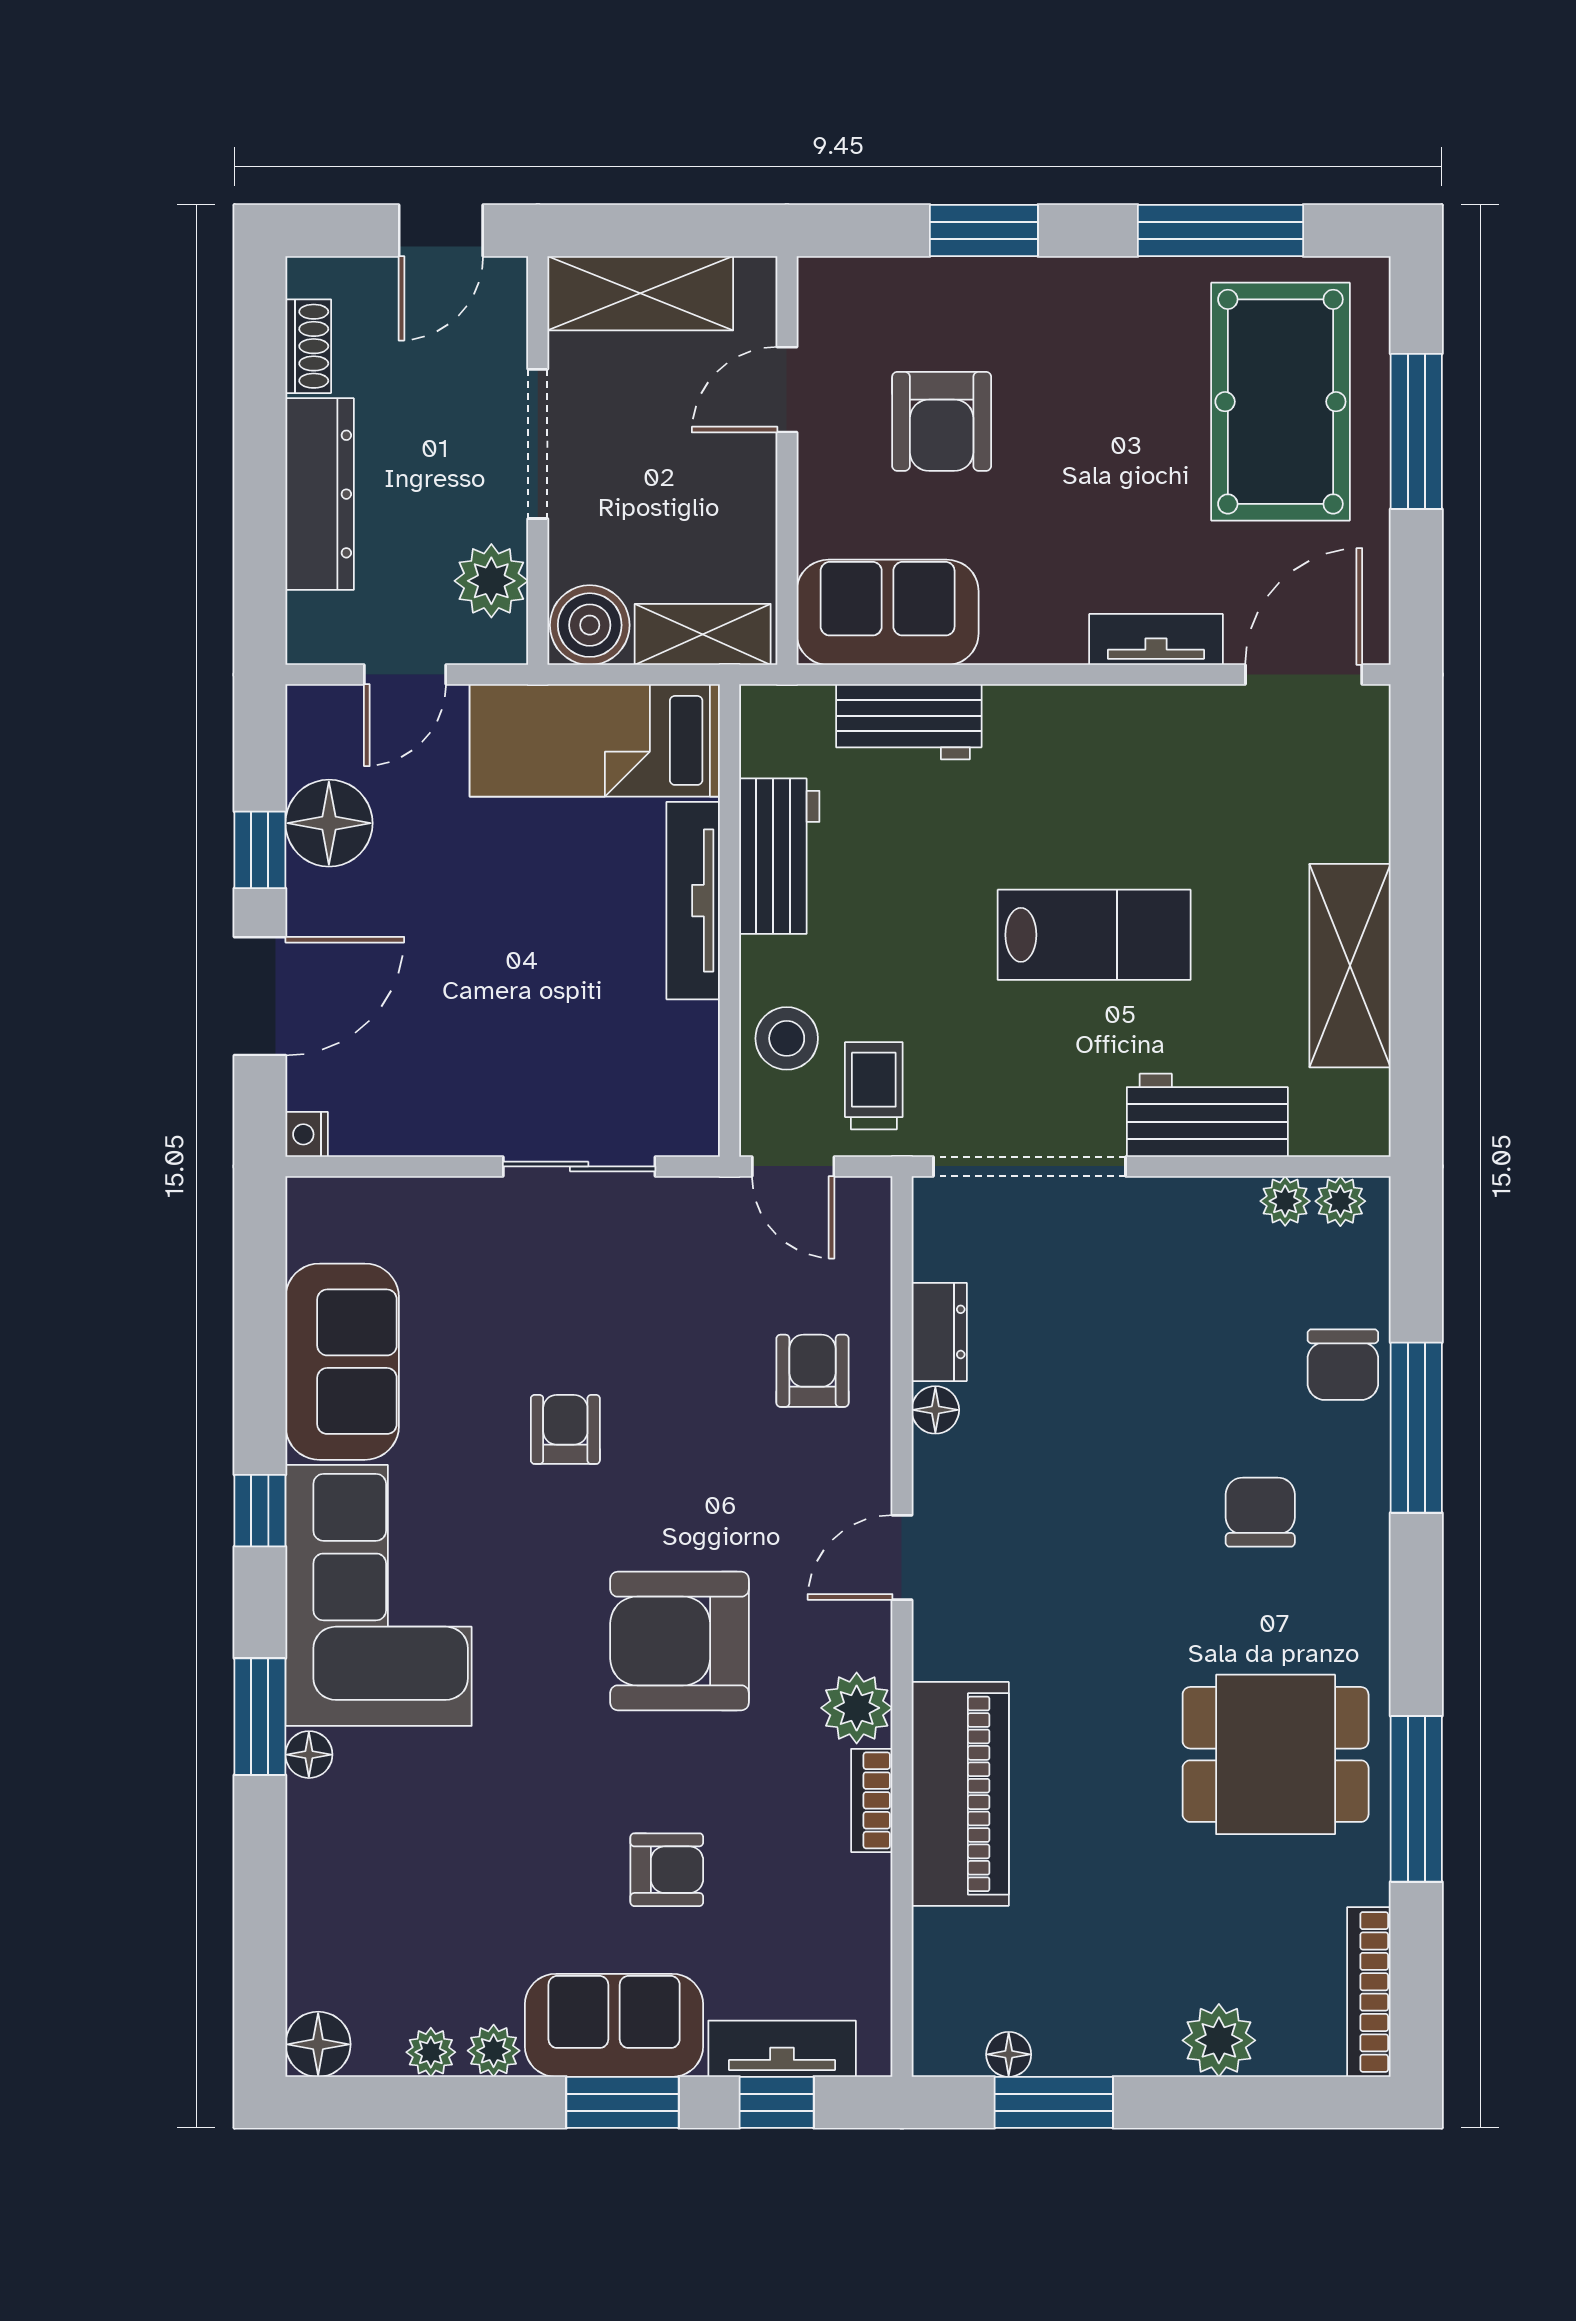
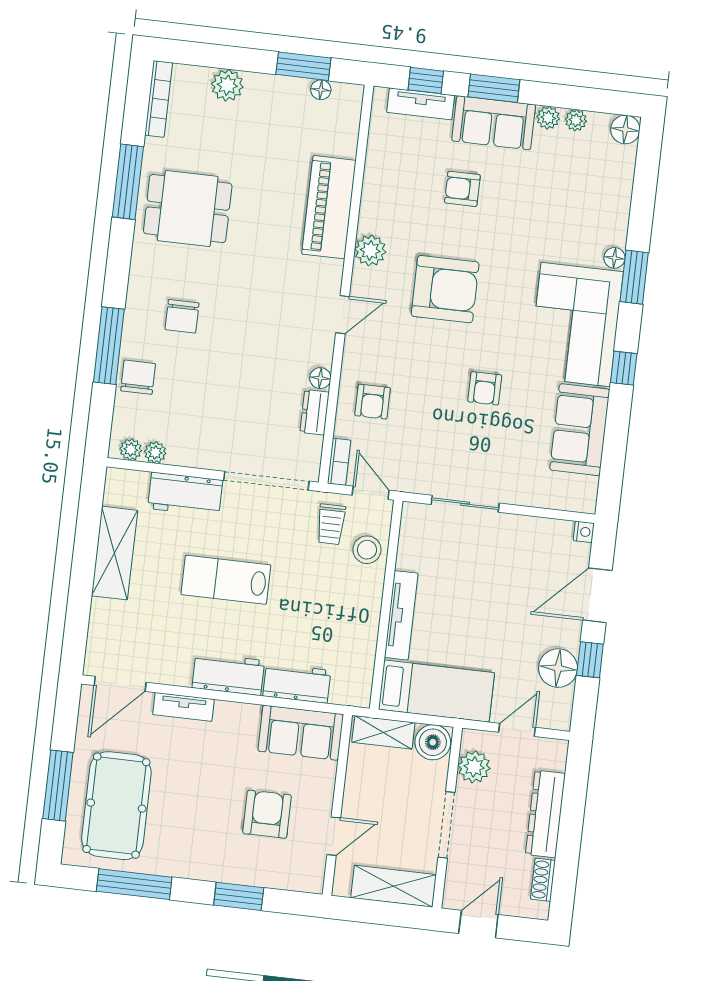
workbench: (779, 856) -> (228, 674), moved, turned 90
bookcase: (872, 1800) -> (339, 462), moved

